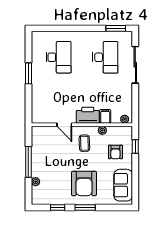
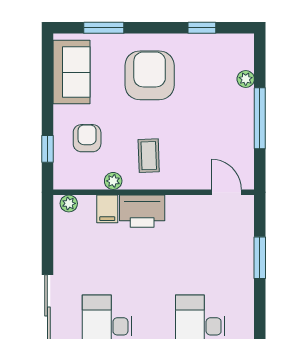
window: (28, 73) -> (260, 258), moved
door: (64, 125) -> (226, 192), moved
window: (85, 208) -> (104, 28), moved

